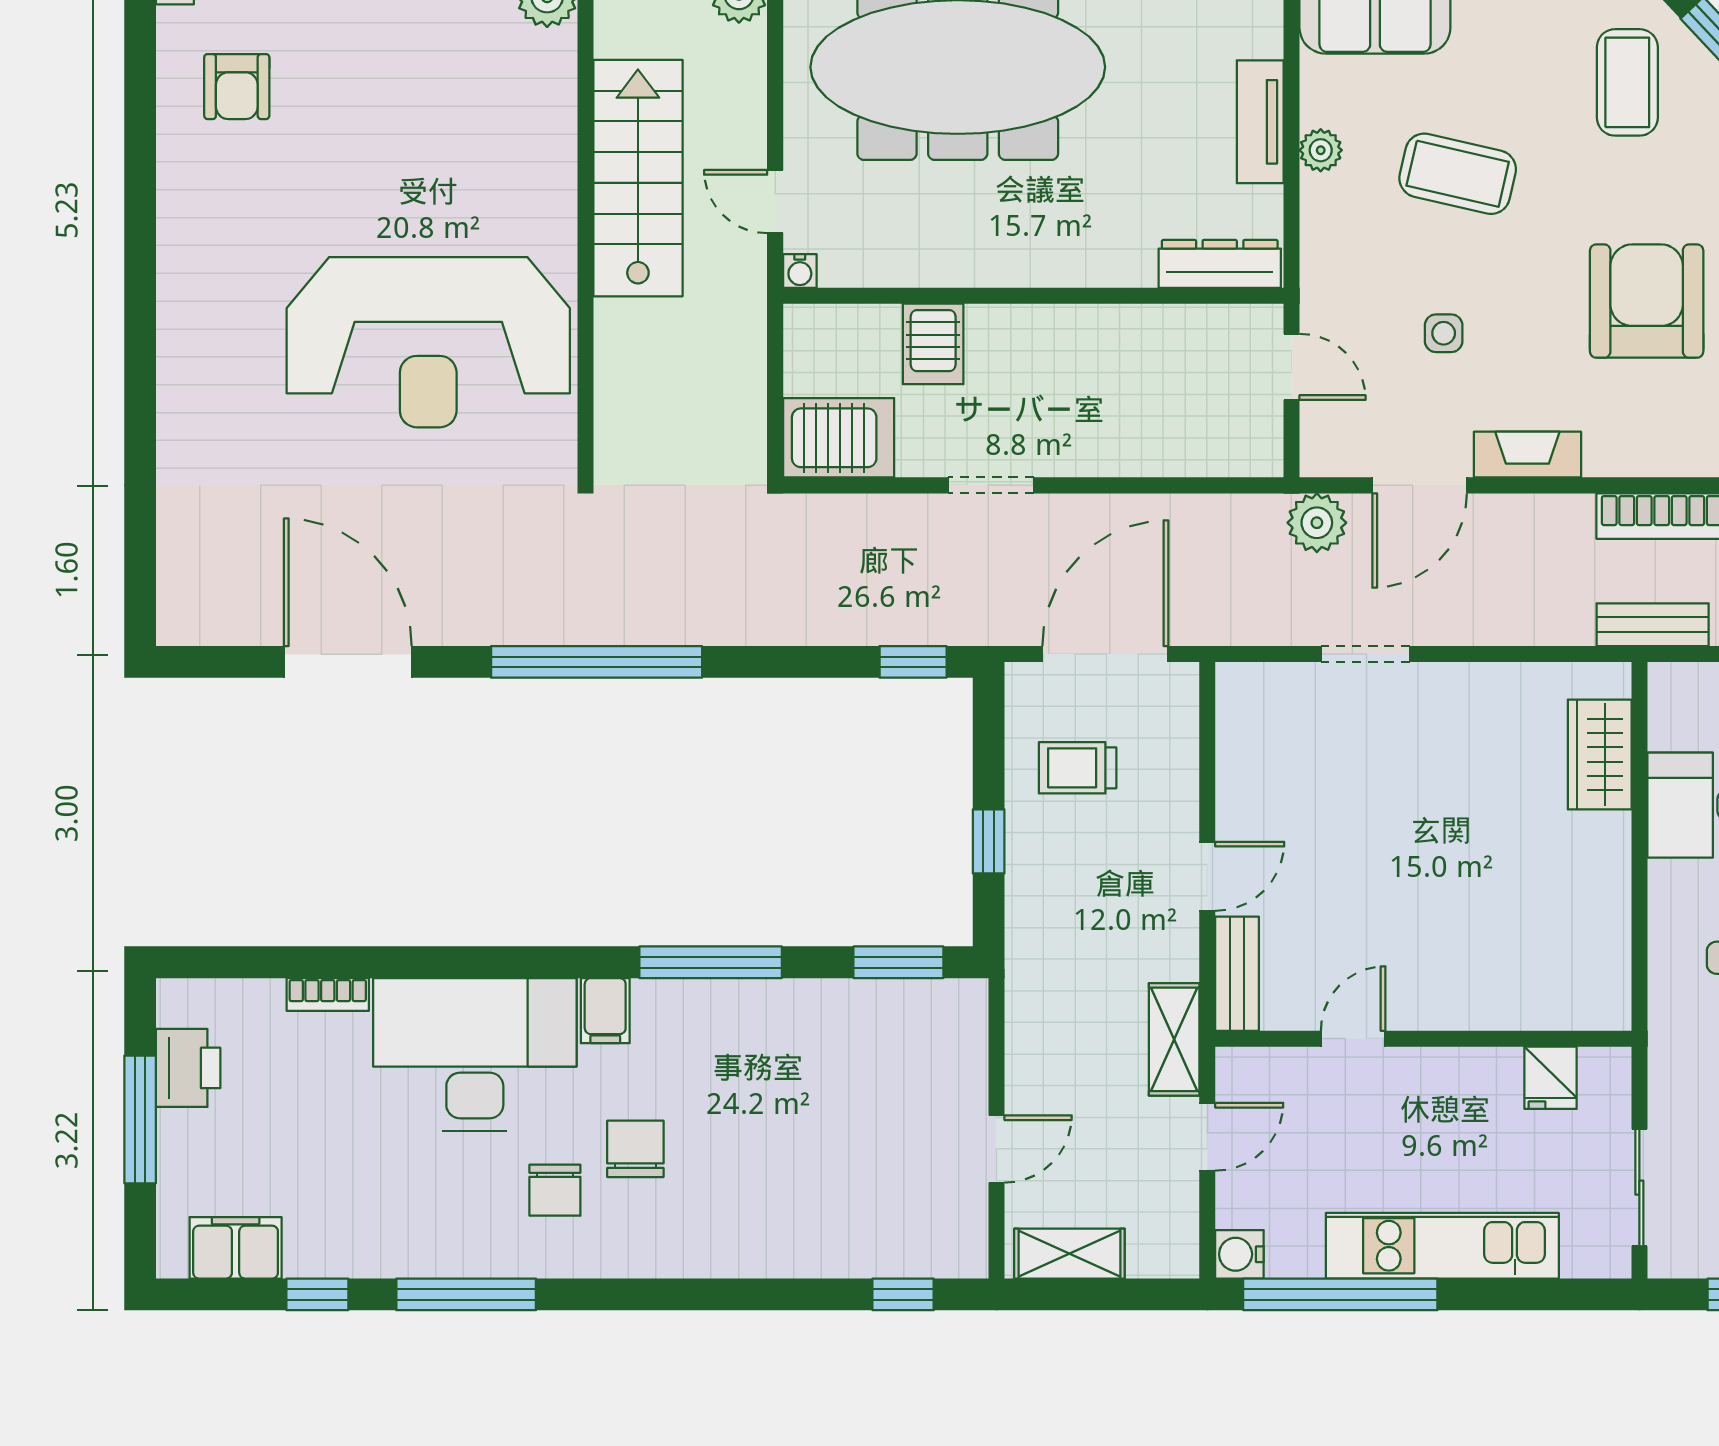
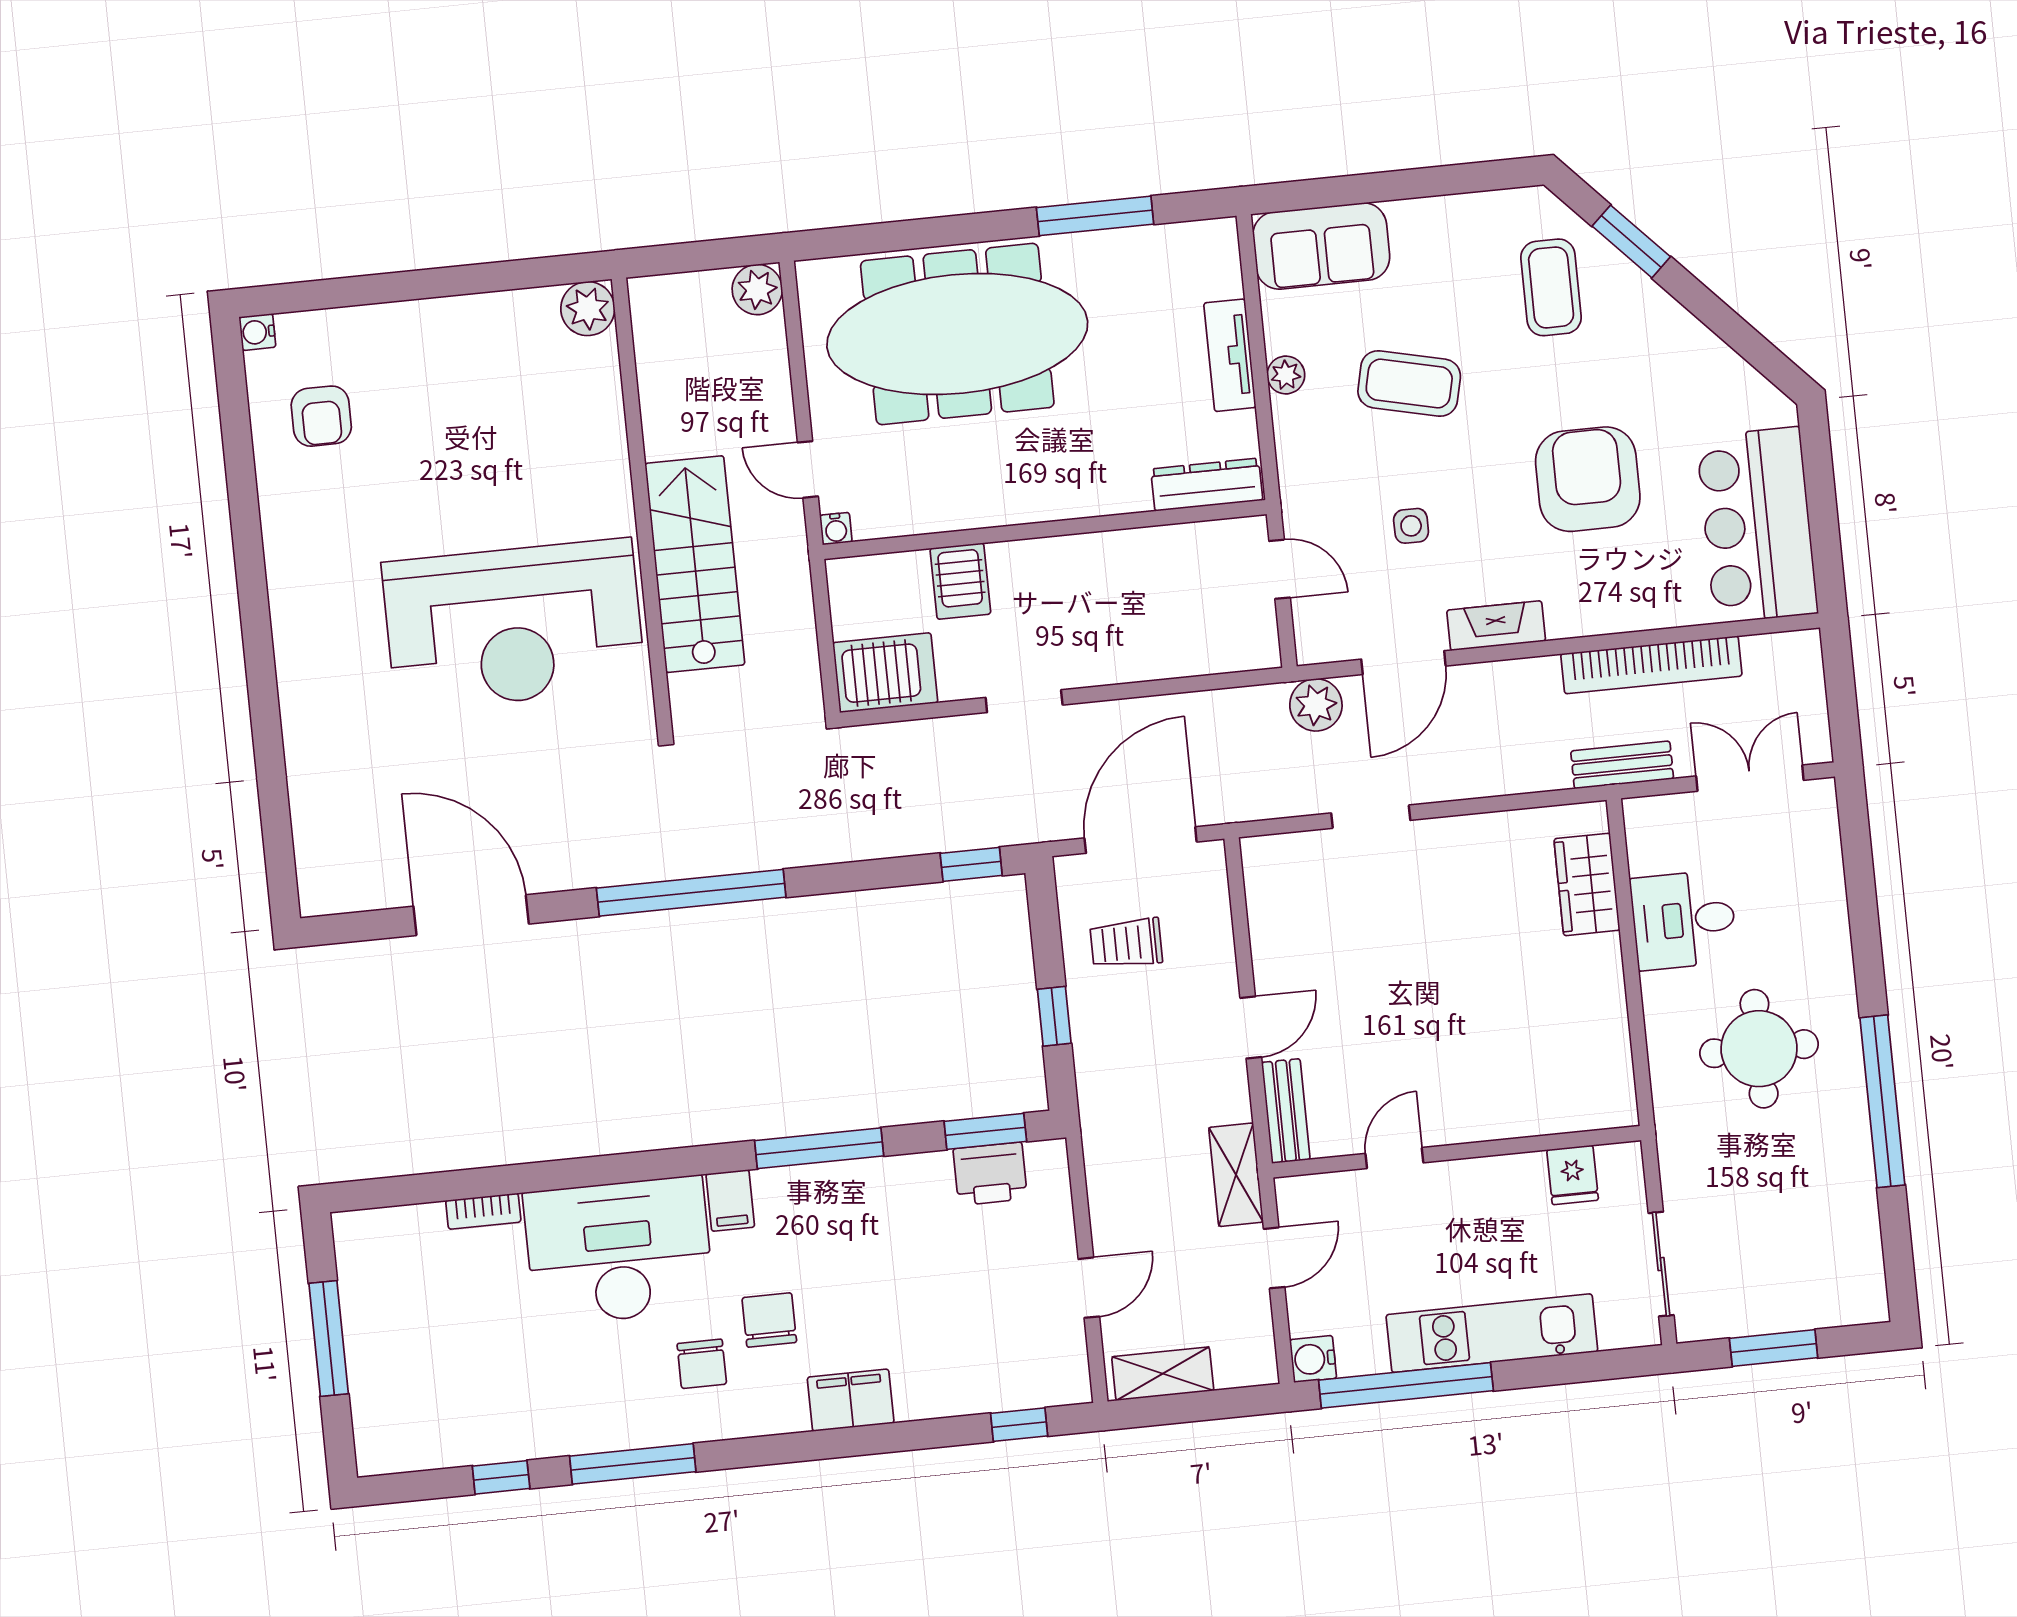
stairs: (638, 178) -> (695, 564), moved
printer: (188, 1068) -> (990, 1174), moved, turned 90
filing cabinet: (236, 1248) -> (851, 1400), moved

